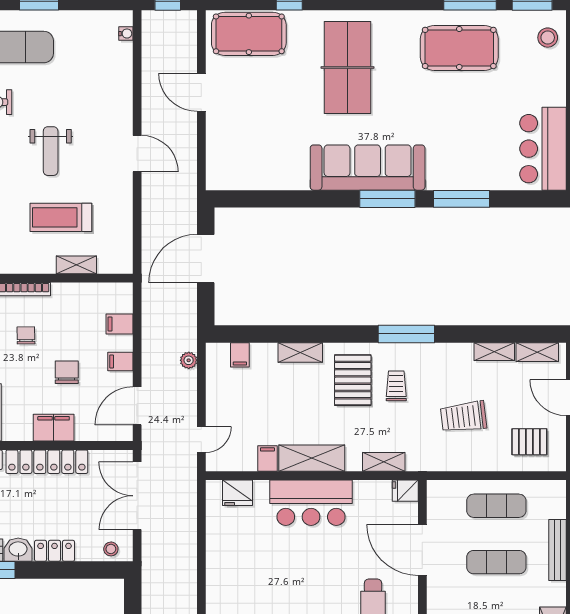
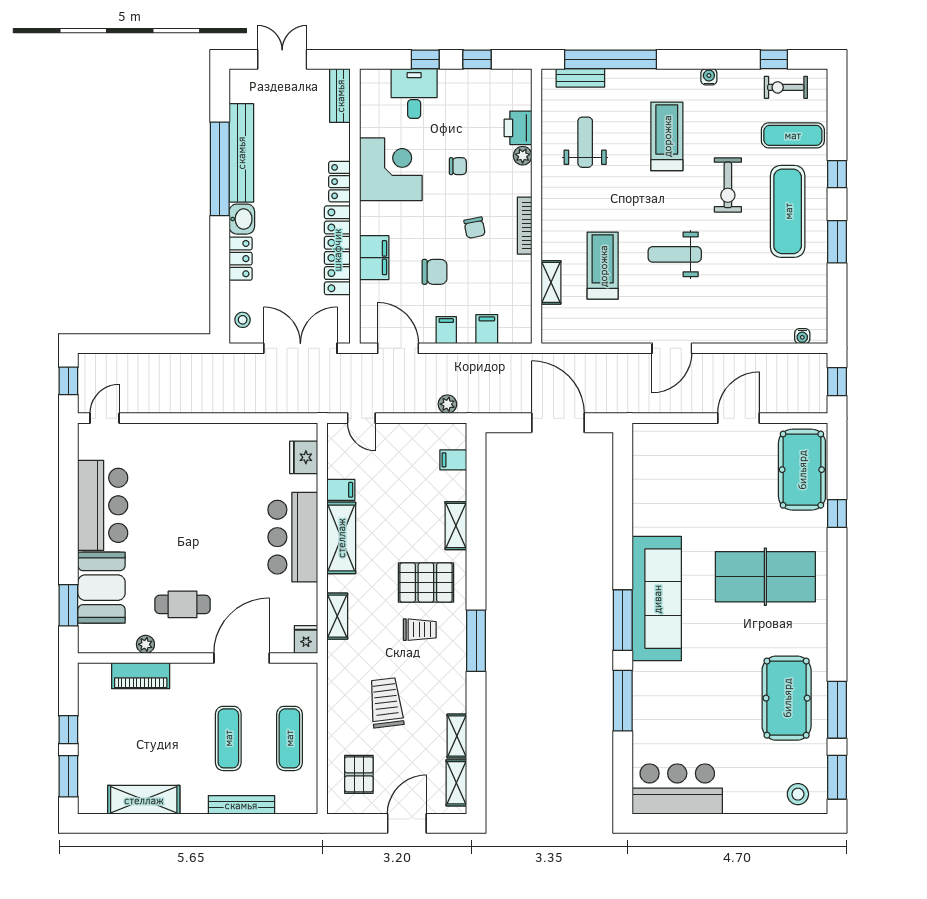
chair: (26, 335) -> (475, 228), turned 80

